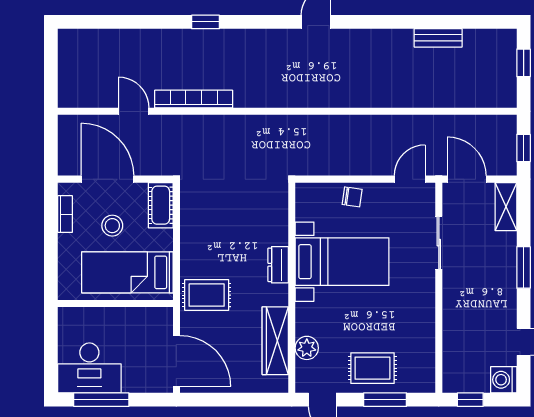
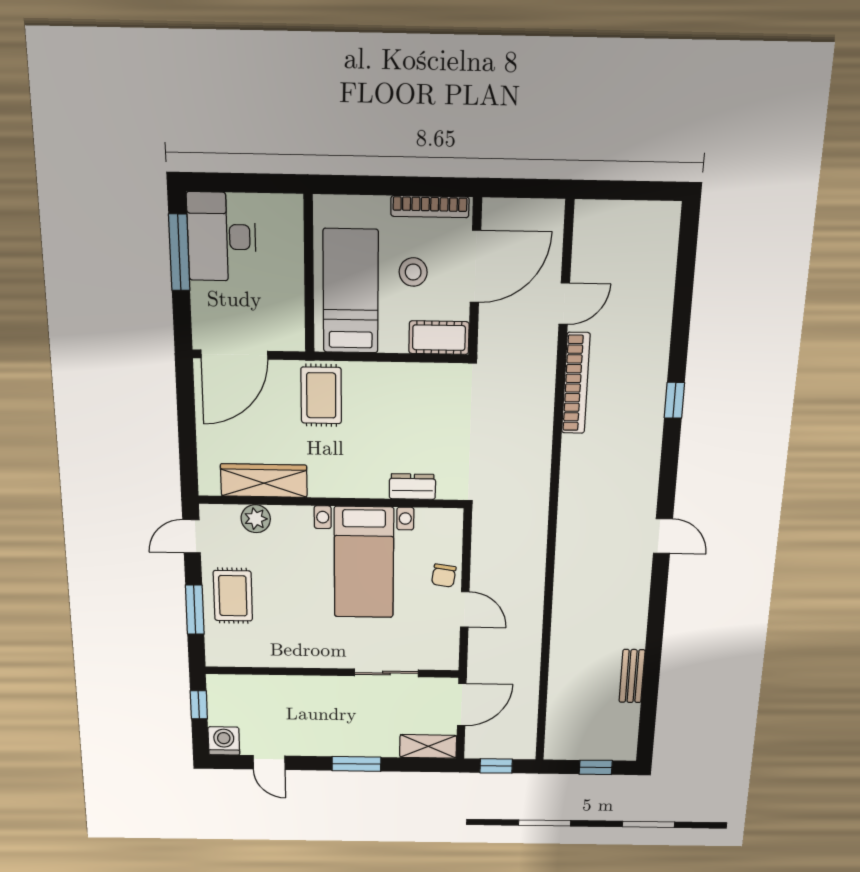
door: (410, 179) -> (465, 610), moved
bookcase: (65, 214) -> (430, 207), width x1.56
dresser: (278, 265) -> (412, 487), moved

